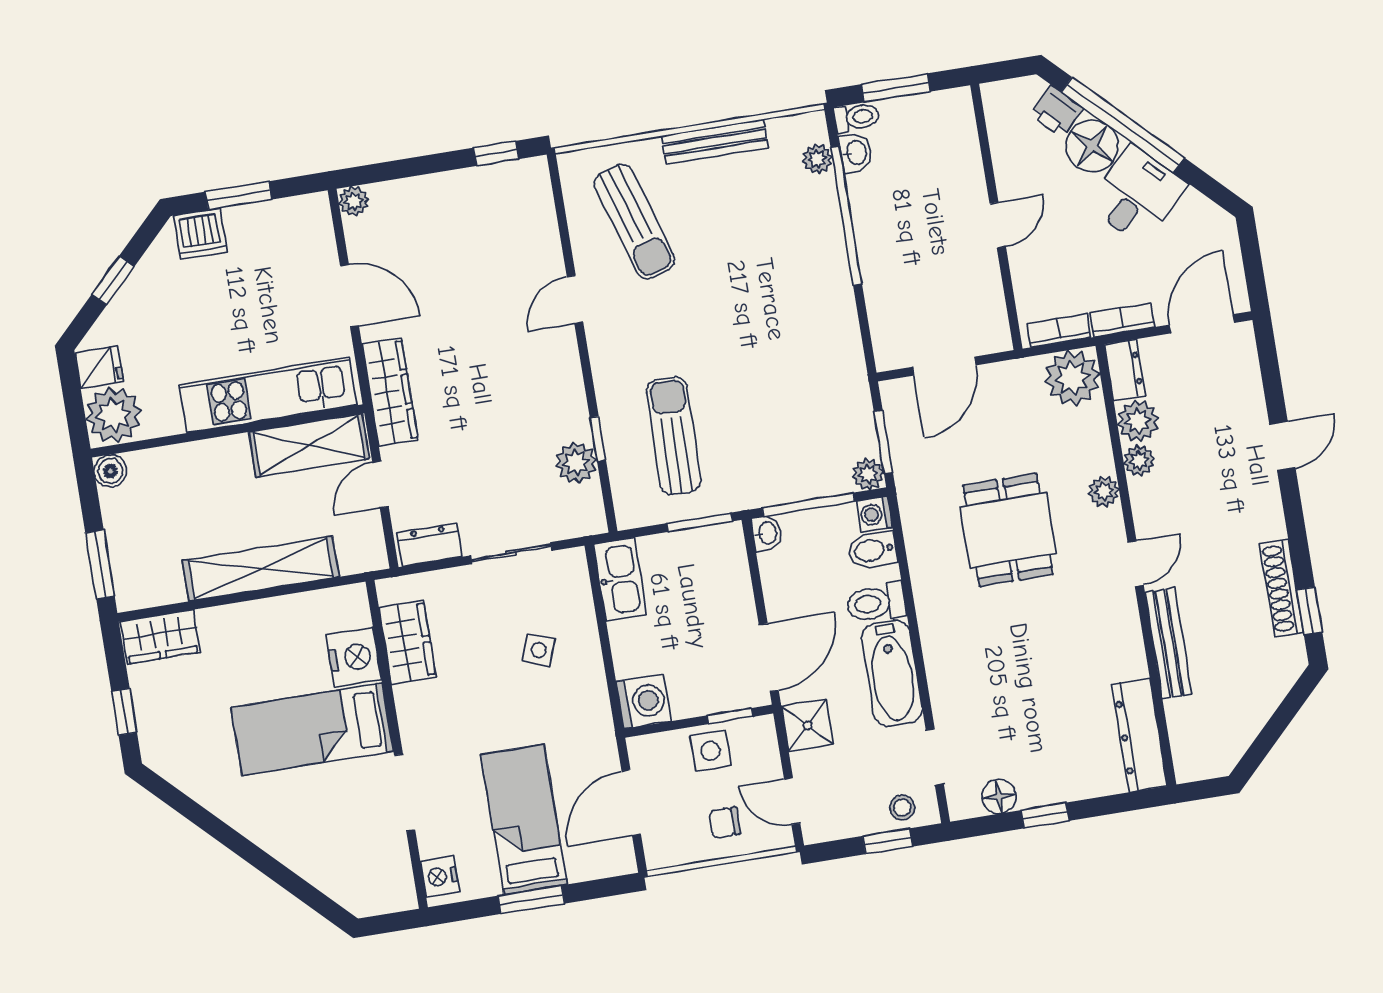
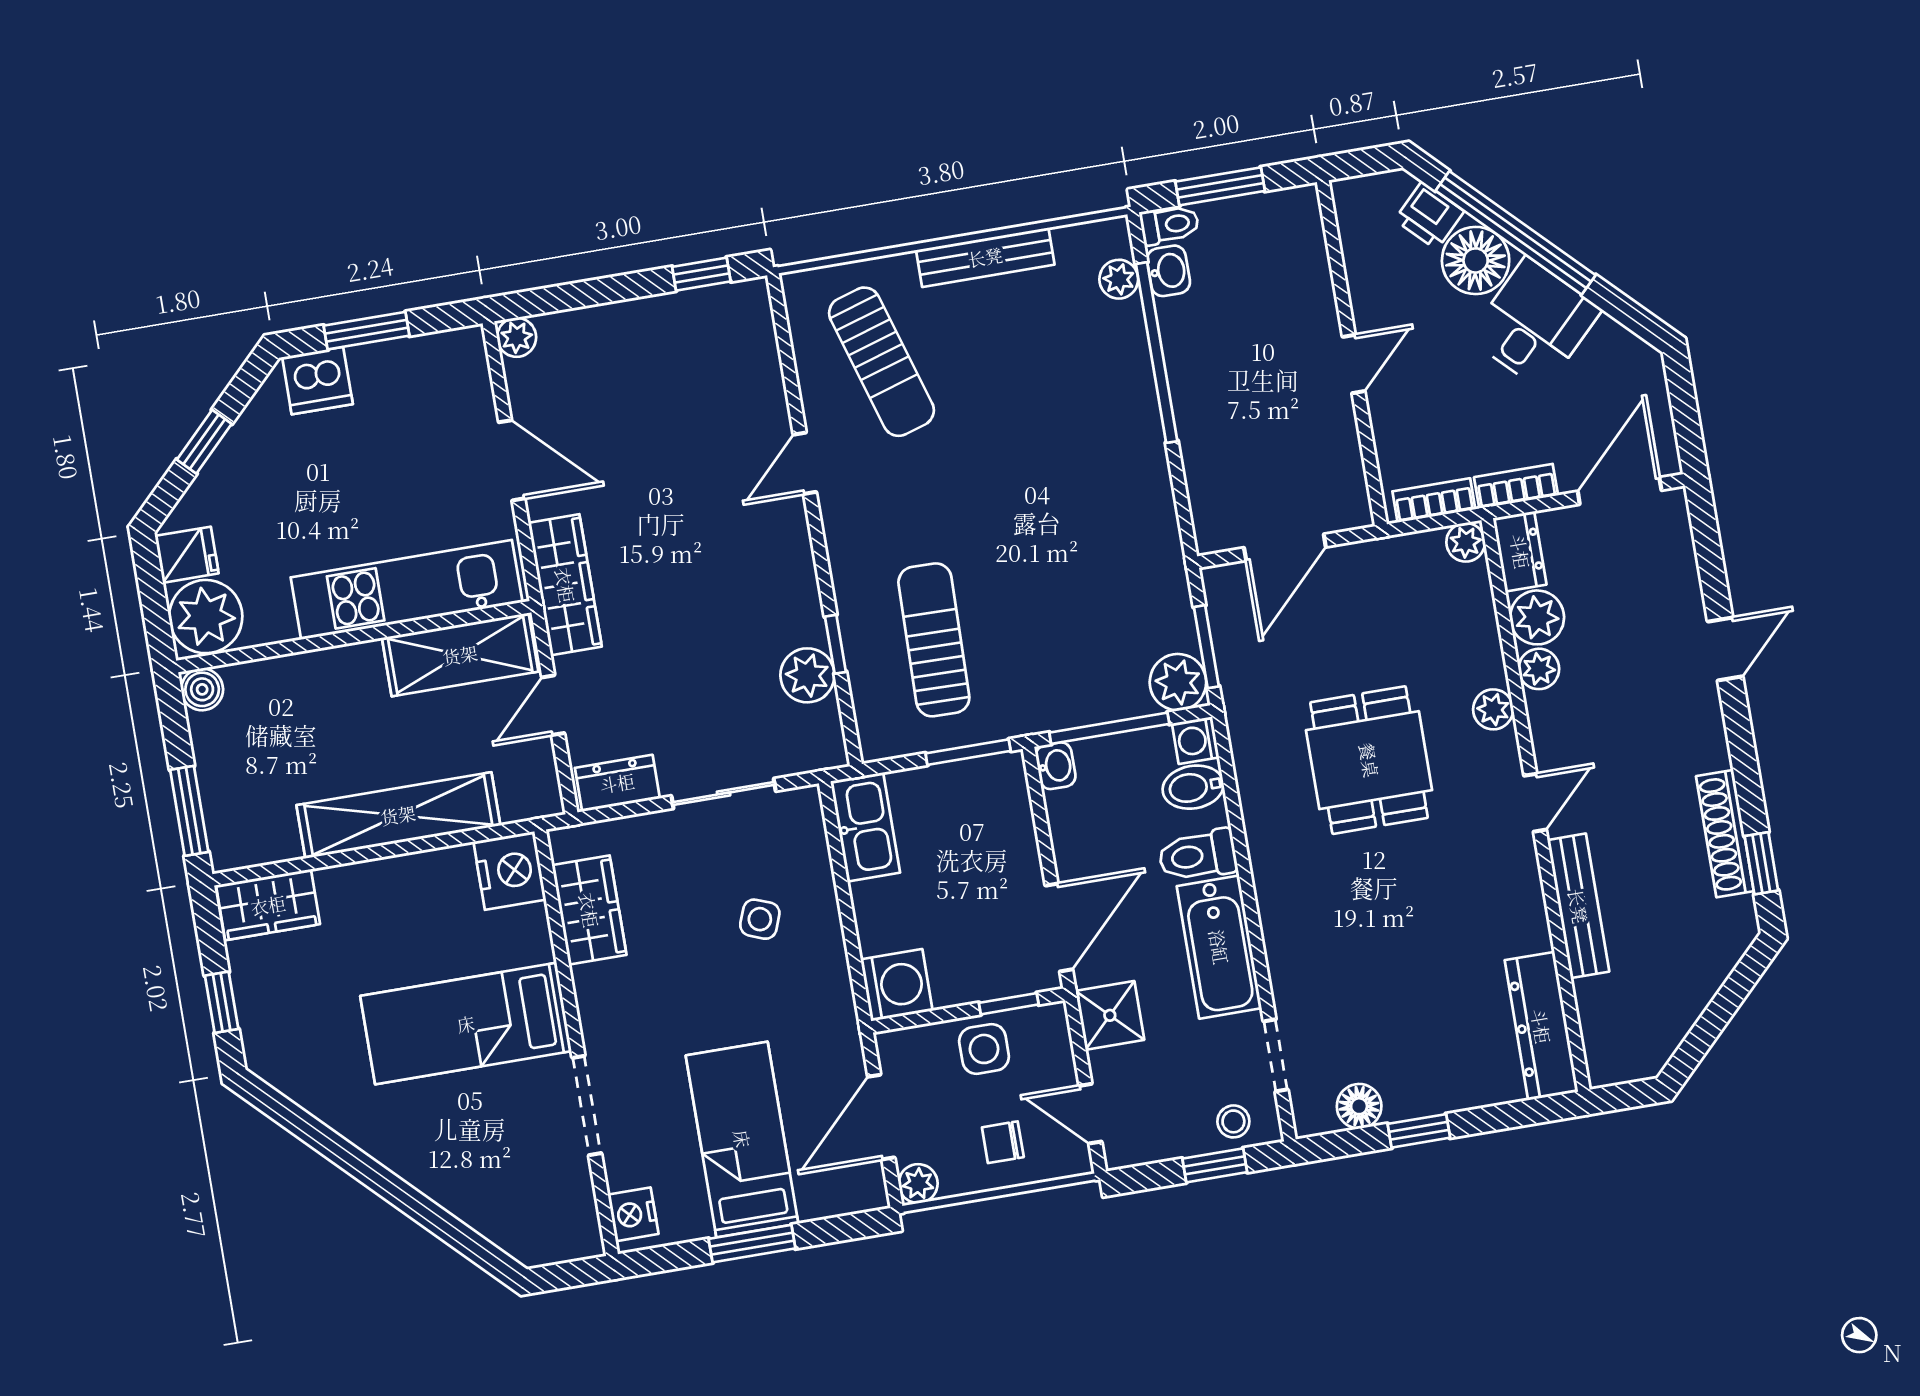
plant: (1072, 378) -> (1466, 542), width x0.53, depth x0.53
plant: (868, 474) -> (1178, 682), width x1.38, depth x1.38
nightstand: (354, 657) -> (510, 871), moved
plant: (659, 854) -> (918, 1184), added

